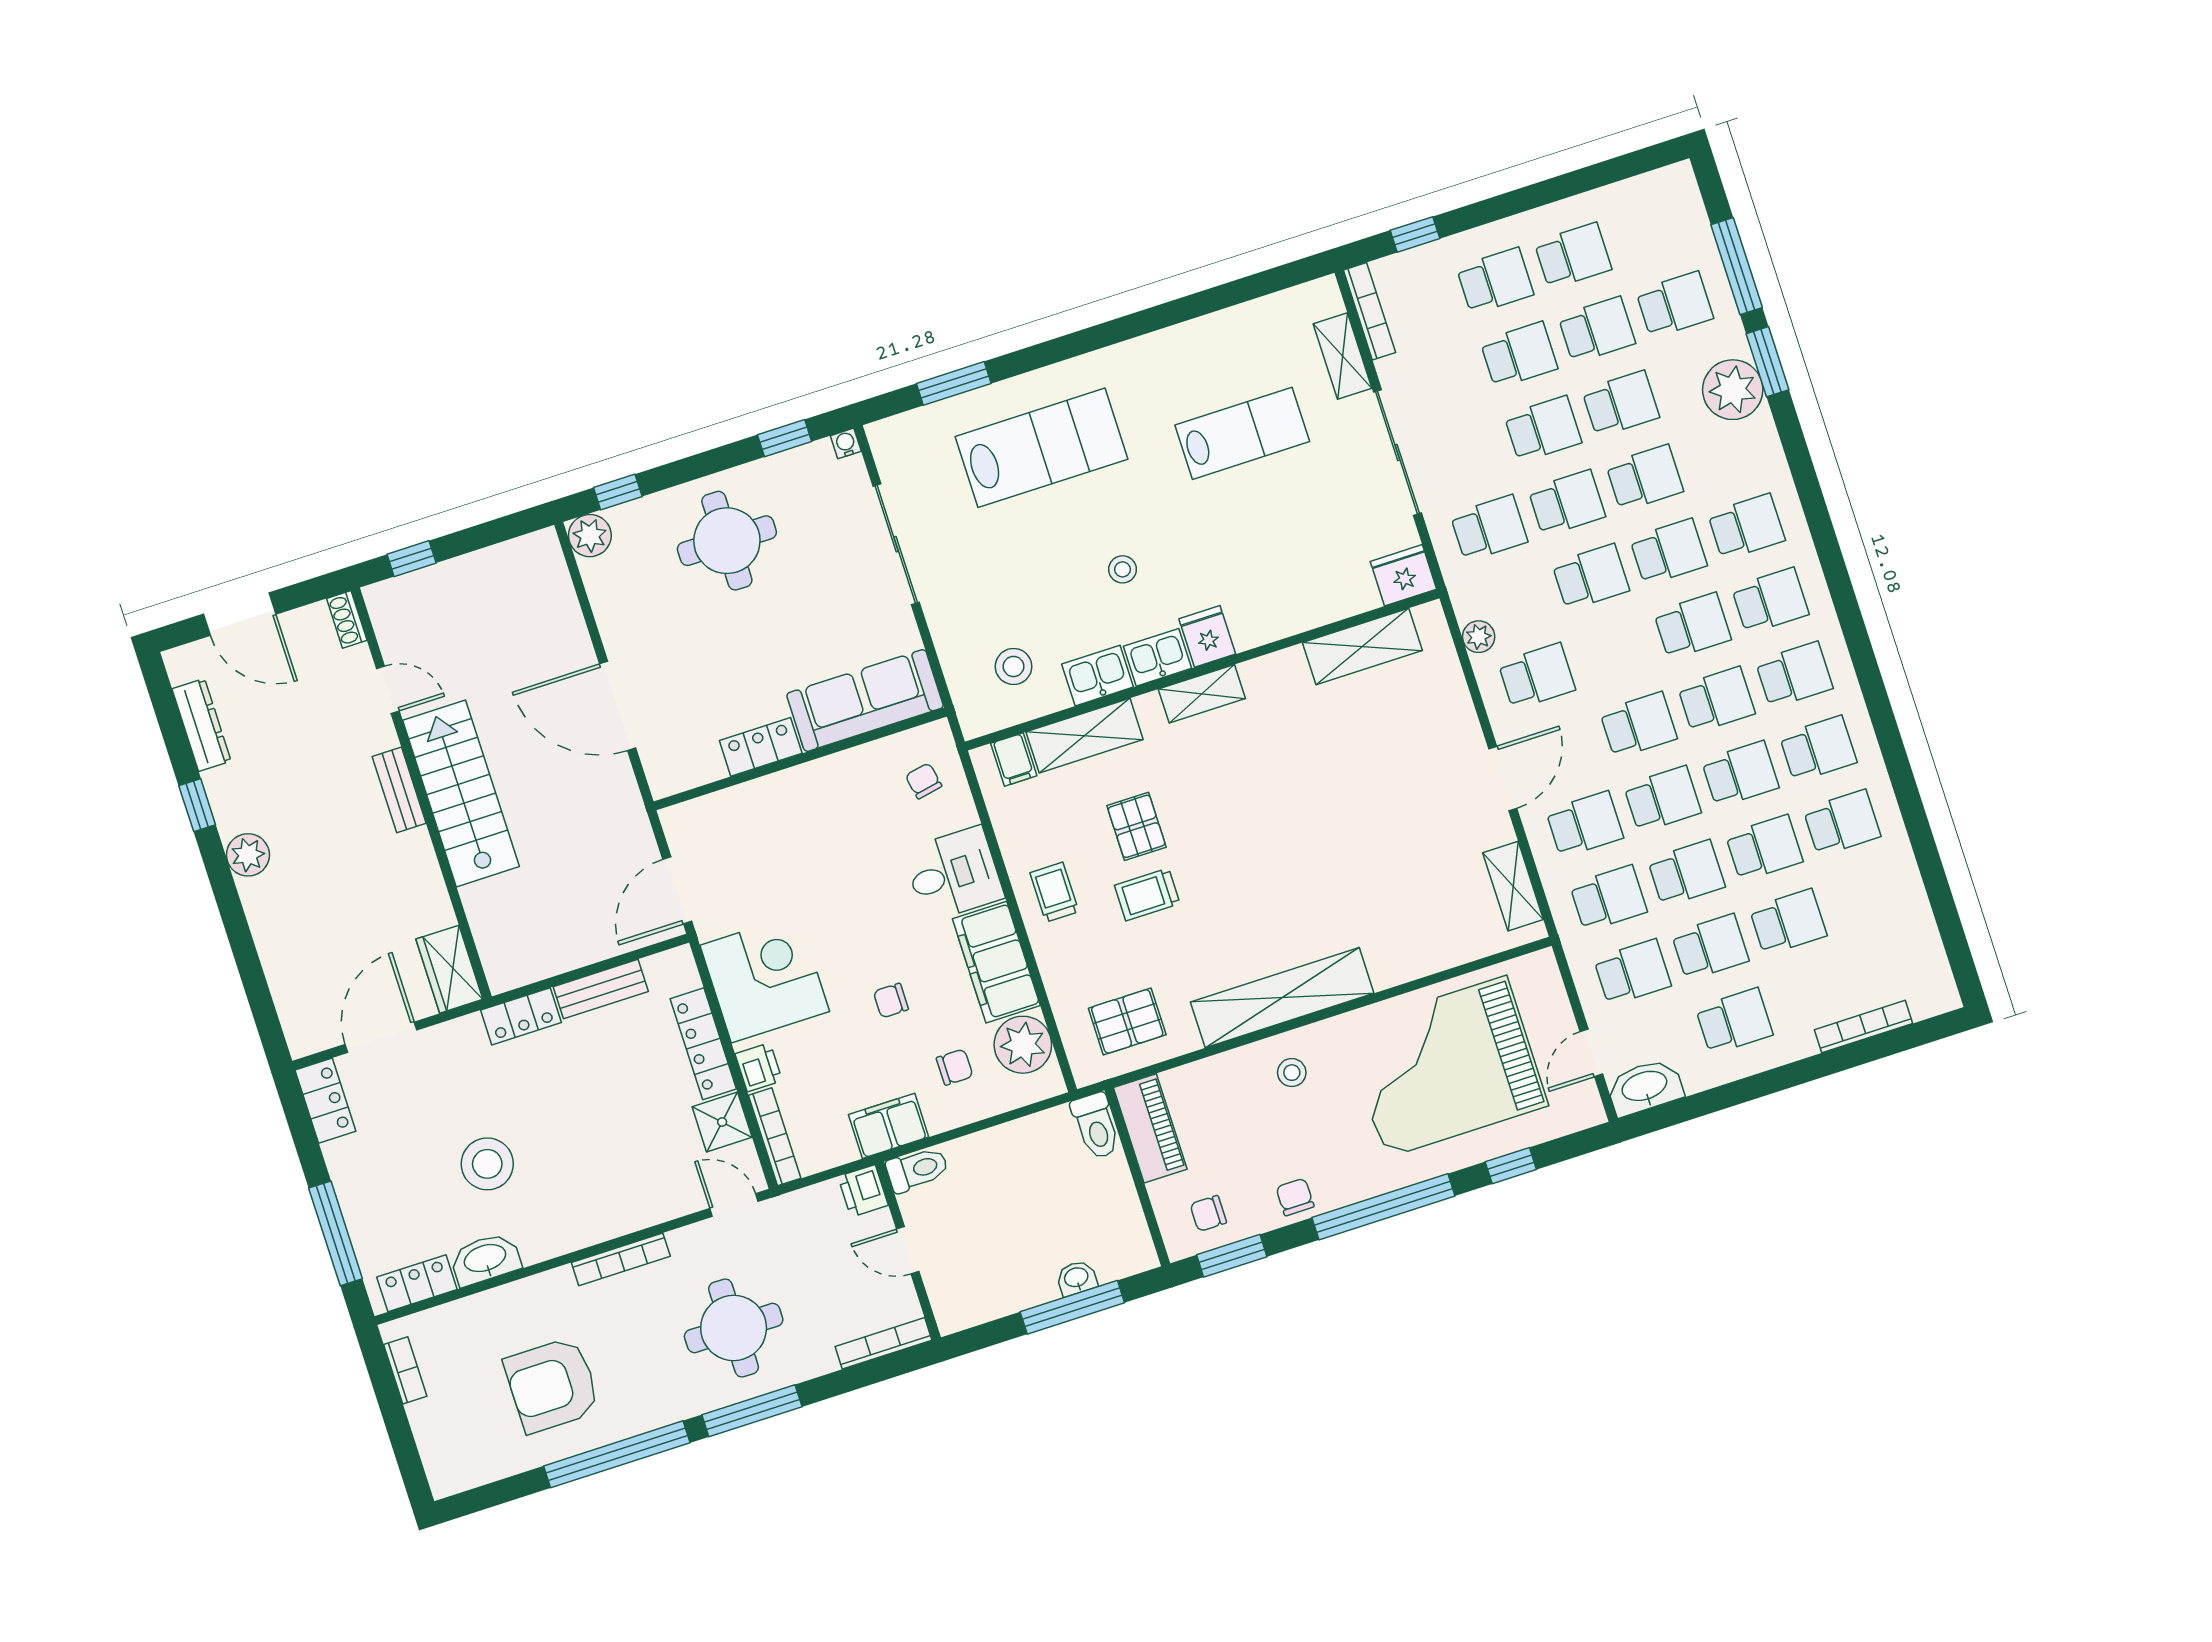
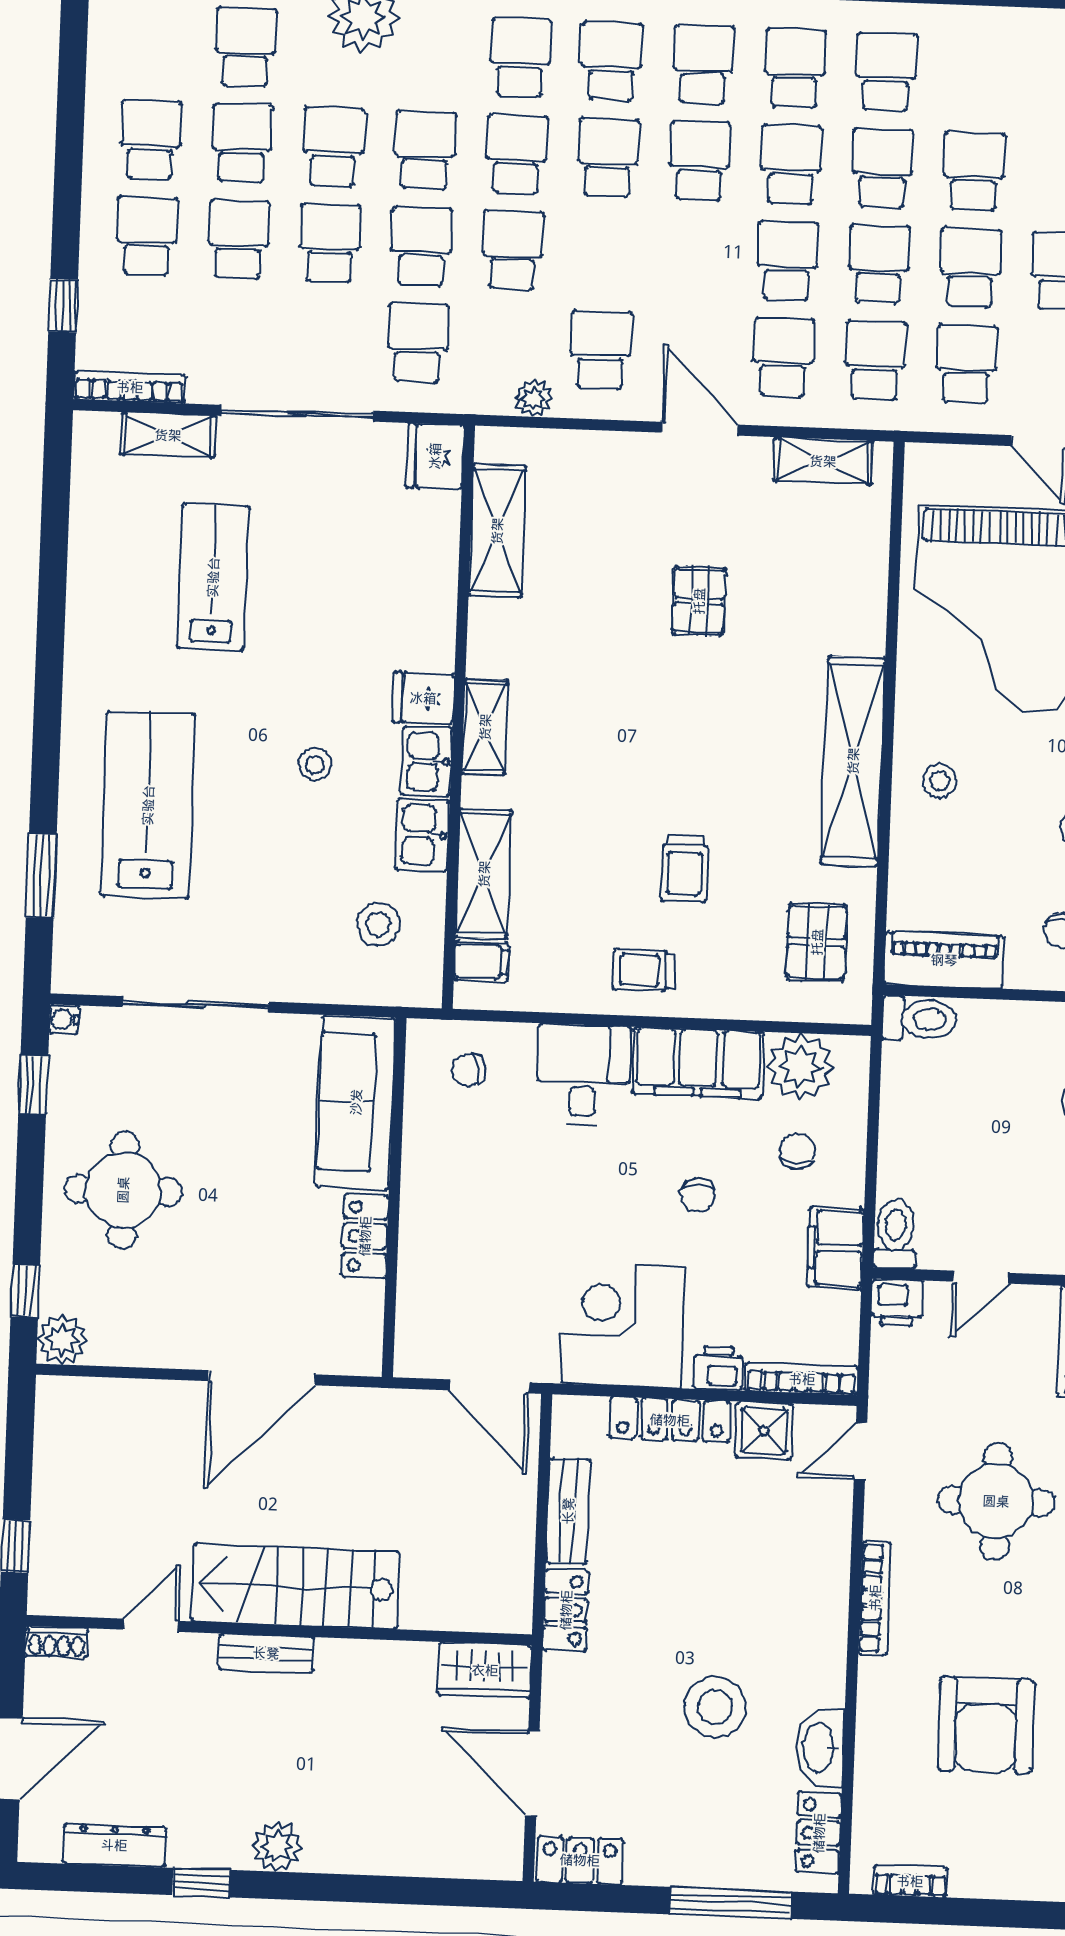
school desk: (1639, 725) -> (696, 257), removed
pallet: (1137, 826) -> (699, 601), moved, turned 90

